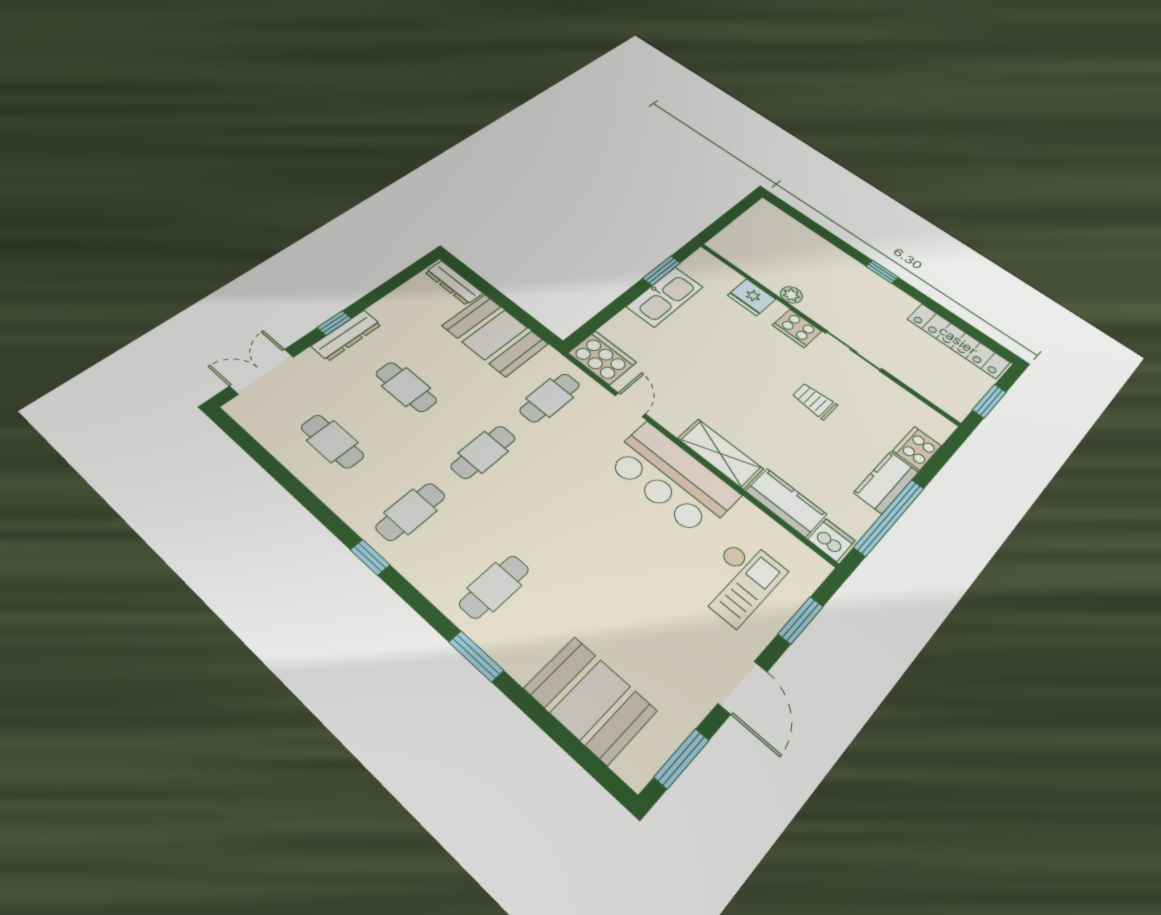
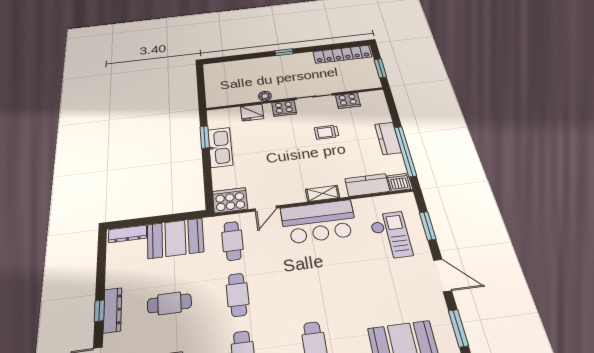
door: (630, 405) -> (266, 209), swing flipped
cooker: (917, 448) -> (348, 101), moved, turned -90
shelving: (720, 454) -> (323, 193), width x0.67, depth x0.75

